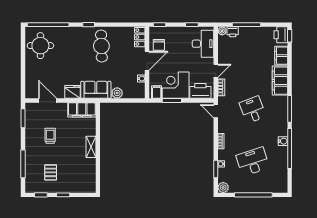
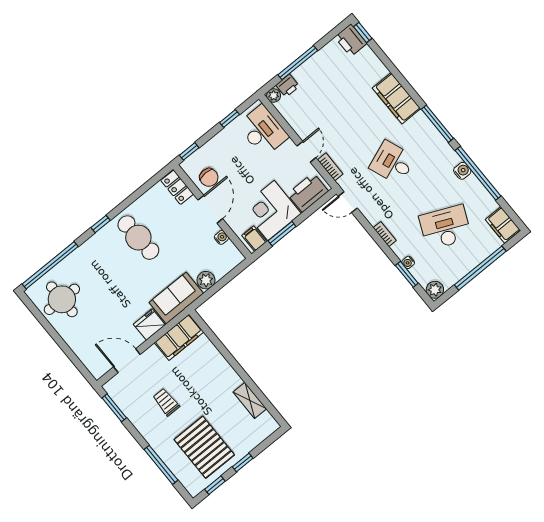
filing cabinet: (281, 56) -> (503, 225), moved
shelving: (91, 147) -> (250, 400), moved
desk: (253, 162) -> (445, 227), turned 42
pallet: (51, 172) -> (204, 447), width x2.05, depth x2.00

